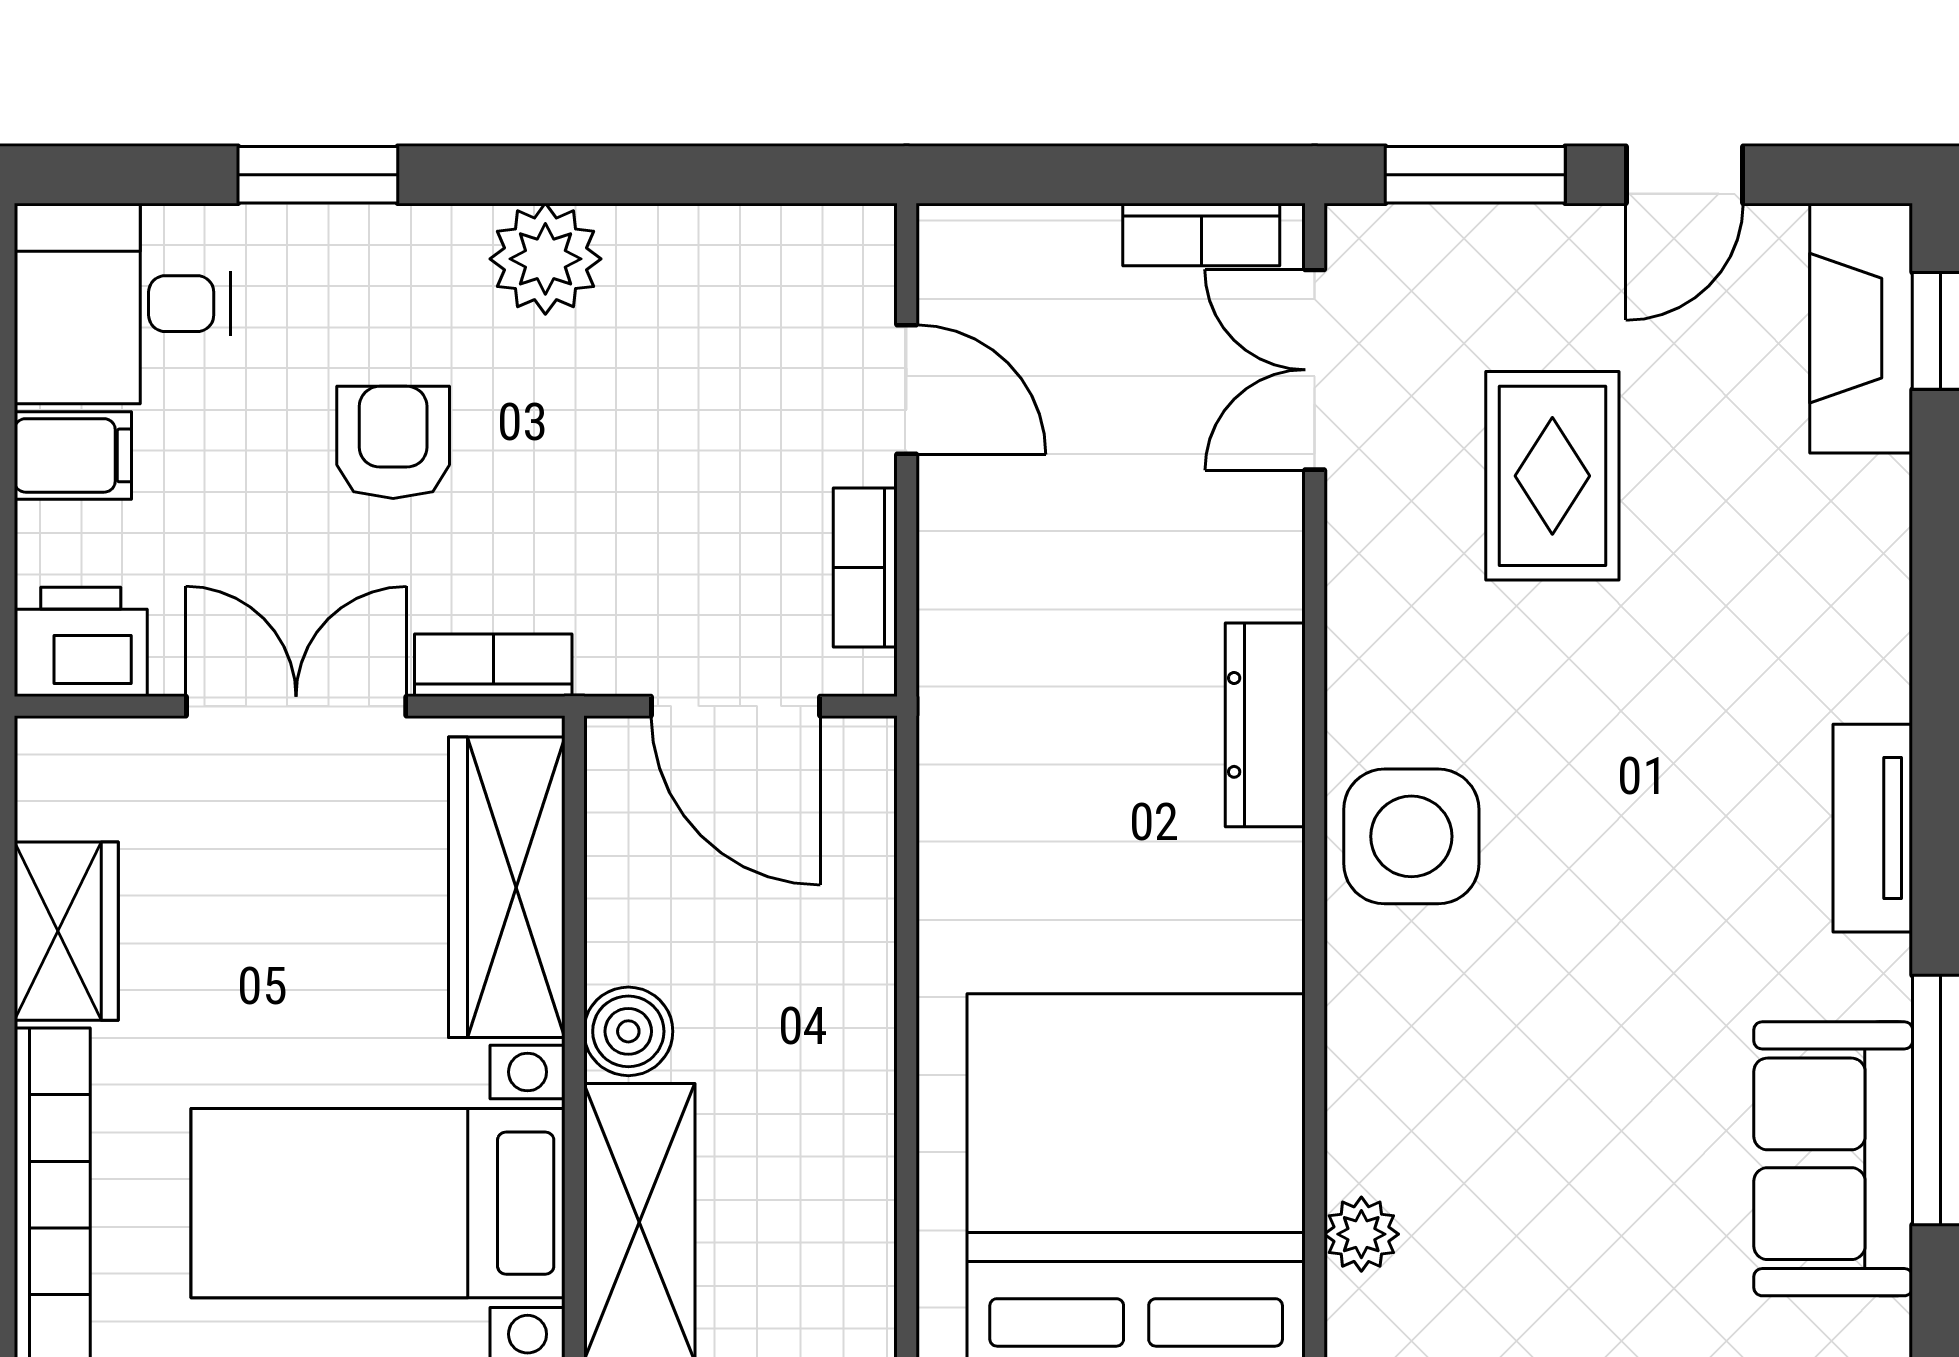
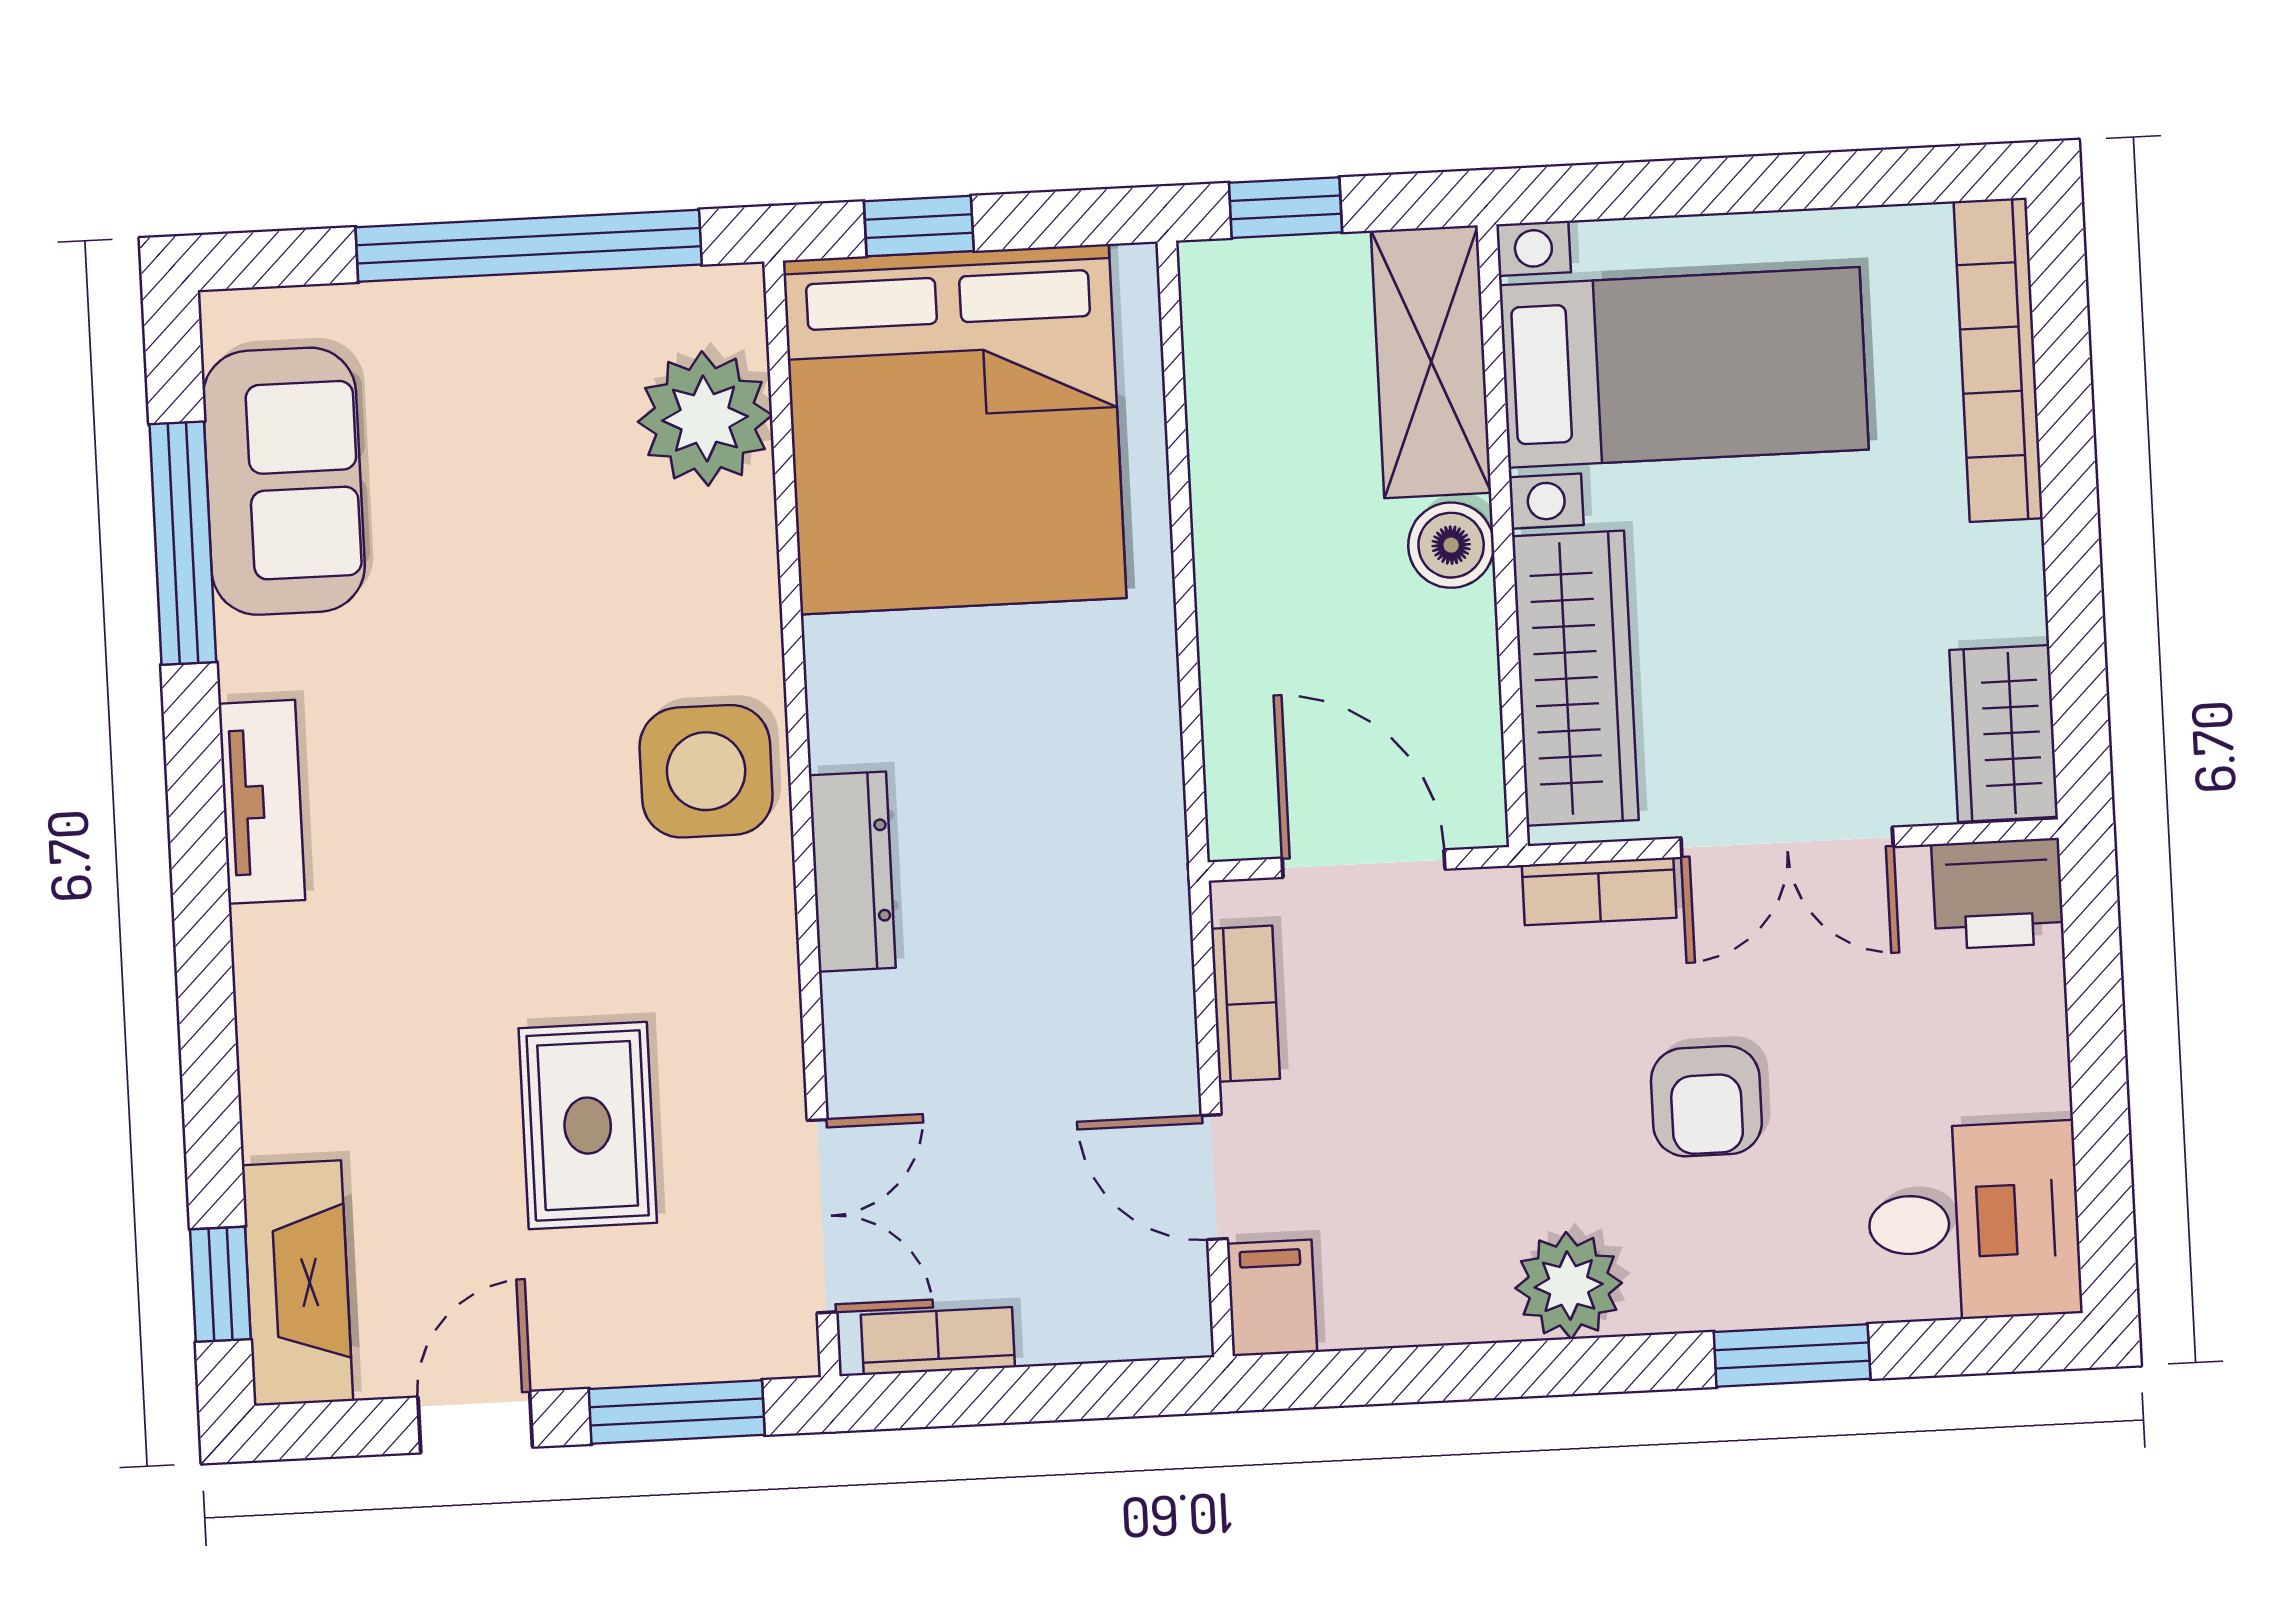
filing cabinet: (73, 455) -> (1272, 1298), moved, turned 90
wardrobe: (66, 931) -> (2004, 733), moved
plant: (1361, 1234) -> (705, 419), width x1.87, depth x1.87

